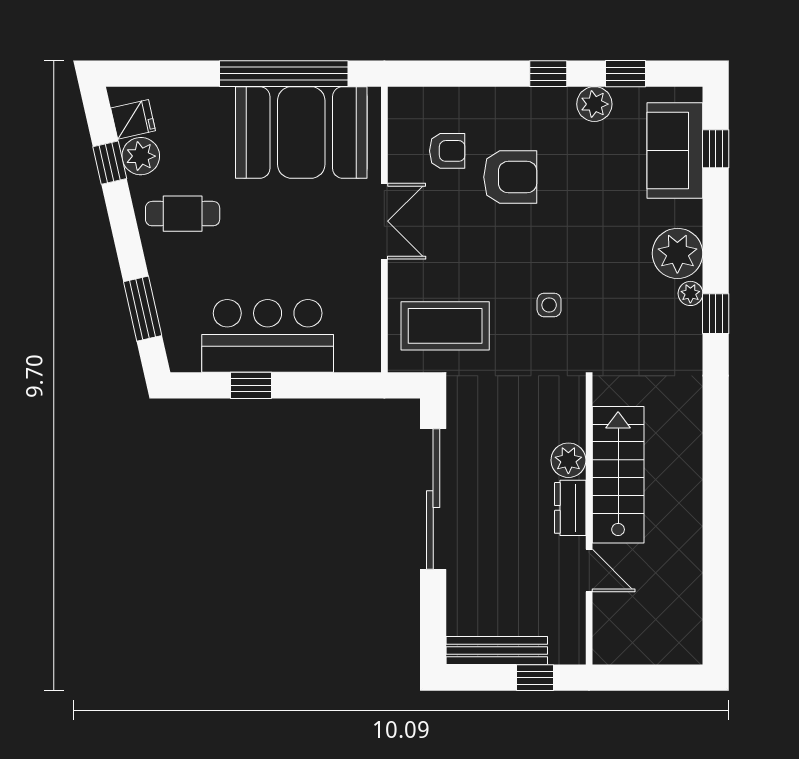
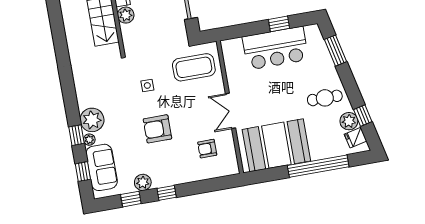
window: (284, 74) -> (318, 166), moved
armchair: (510, 177) -> (157, 129), moved
plant: (690, 293) -> (89, 140), moved
window: (716, 314) -> (76, 135), moved

